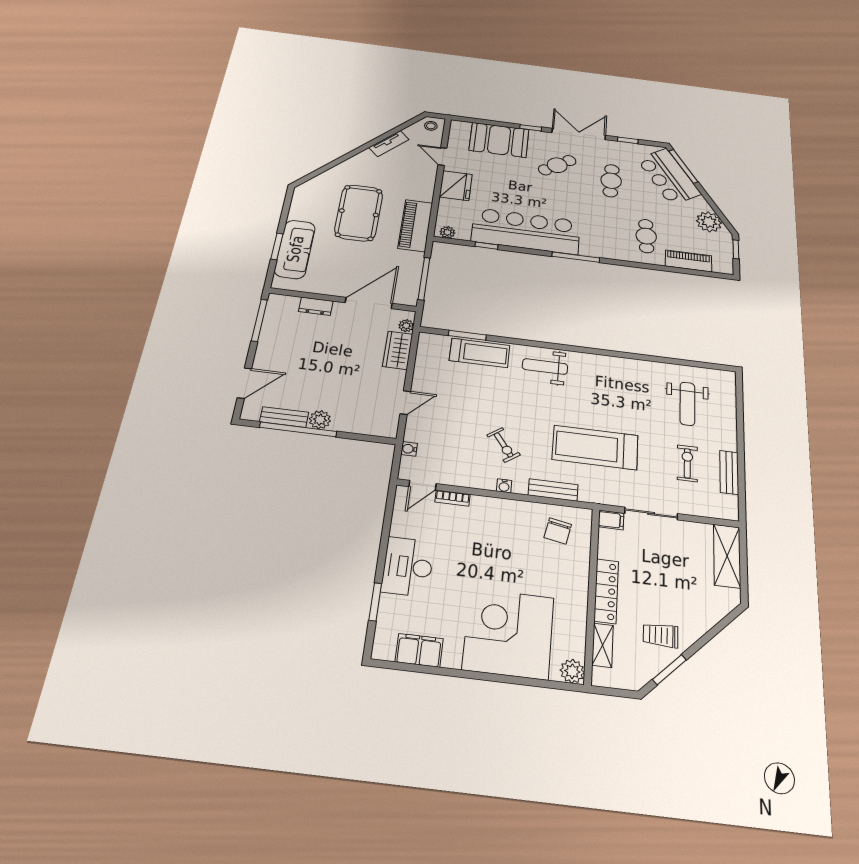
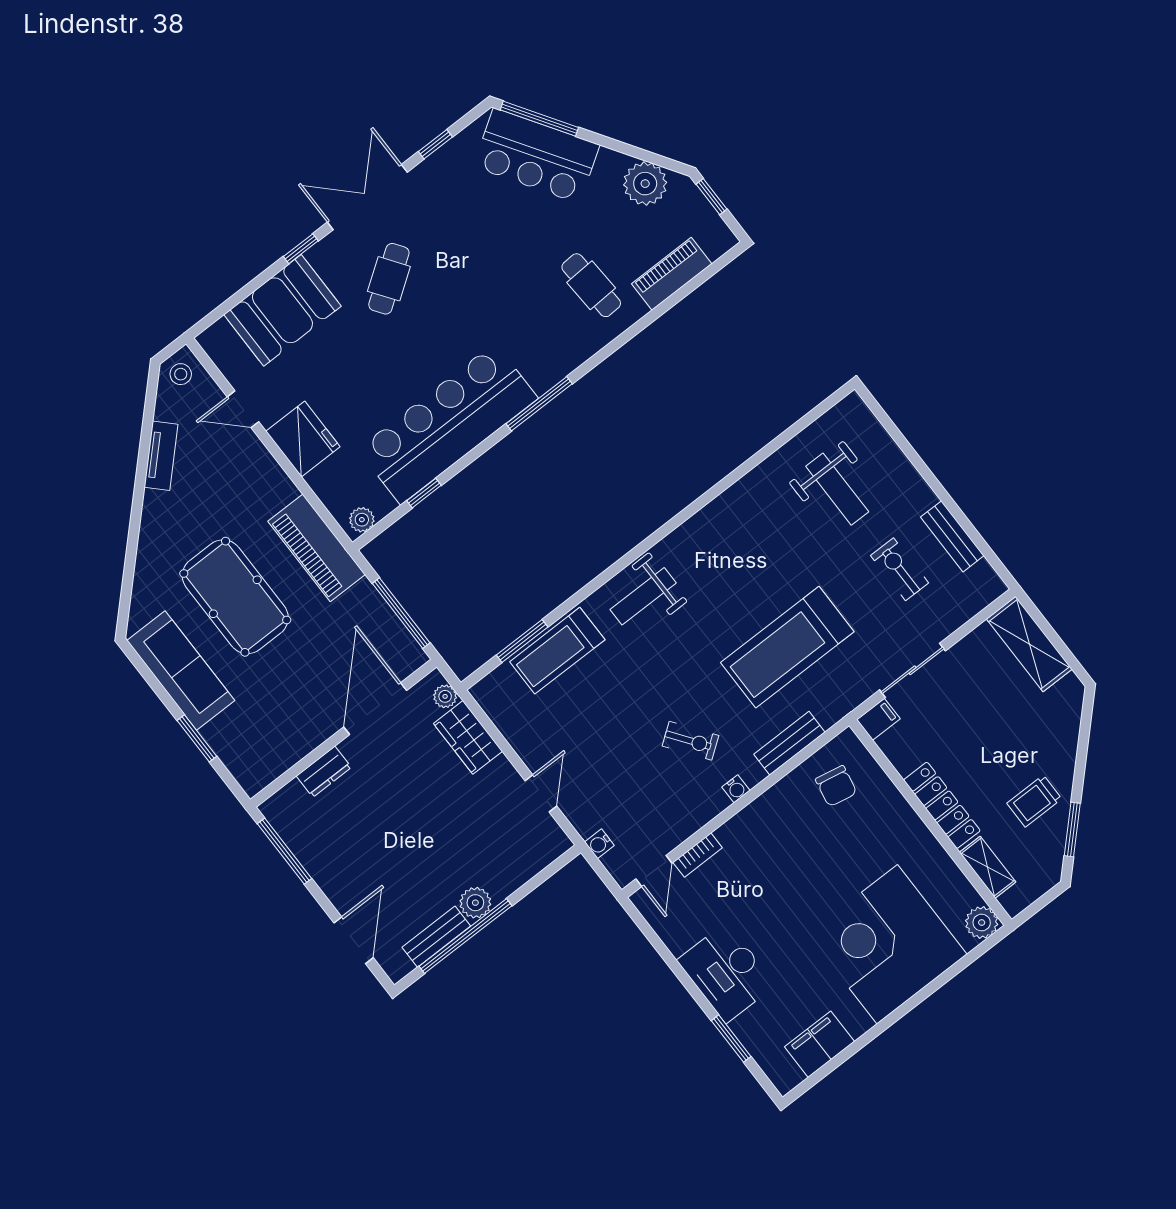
cafe table: (611, 181) -> (474, 237), removed
sofa: (295, 249) -> (181, 671), moved
treadmill: (480, 353) -> (557, 651), turned 180

